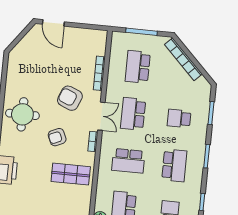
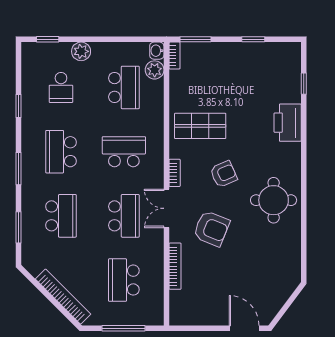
school desk: (138, 67) -> (124, 280), turned 180
school desk: (179, 118) -> (61, 216), width x1.85

